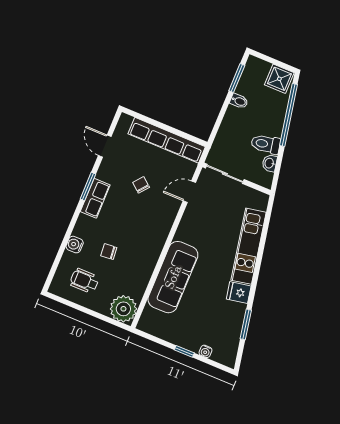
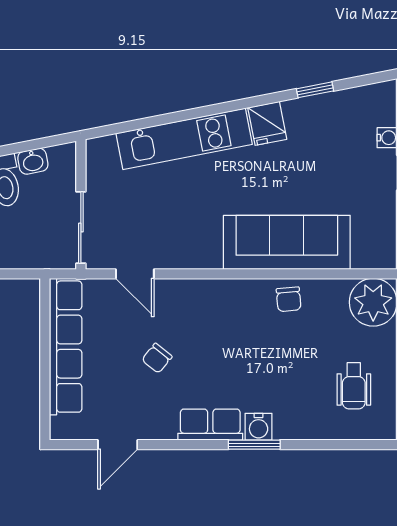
window: (88, 187) -> (254, 445), moved
water cooler: (75, 245) -> (259, 427), moved
chair: (109, 252) -> (289, 299), moved
window: (246, 324) -> (315, 90), width x0.67

